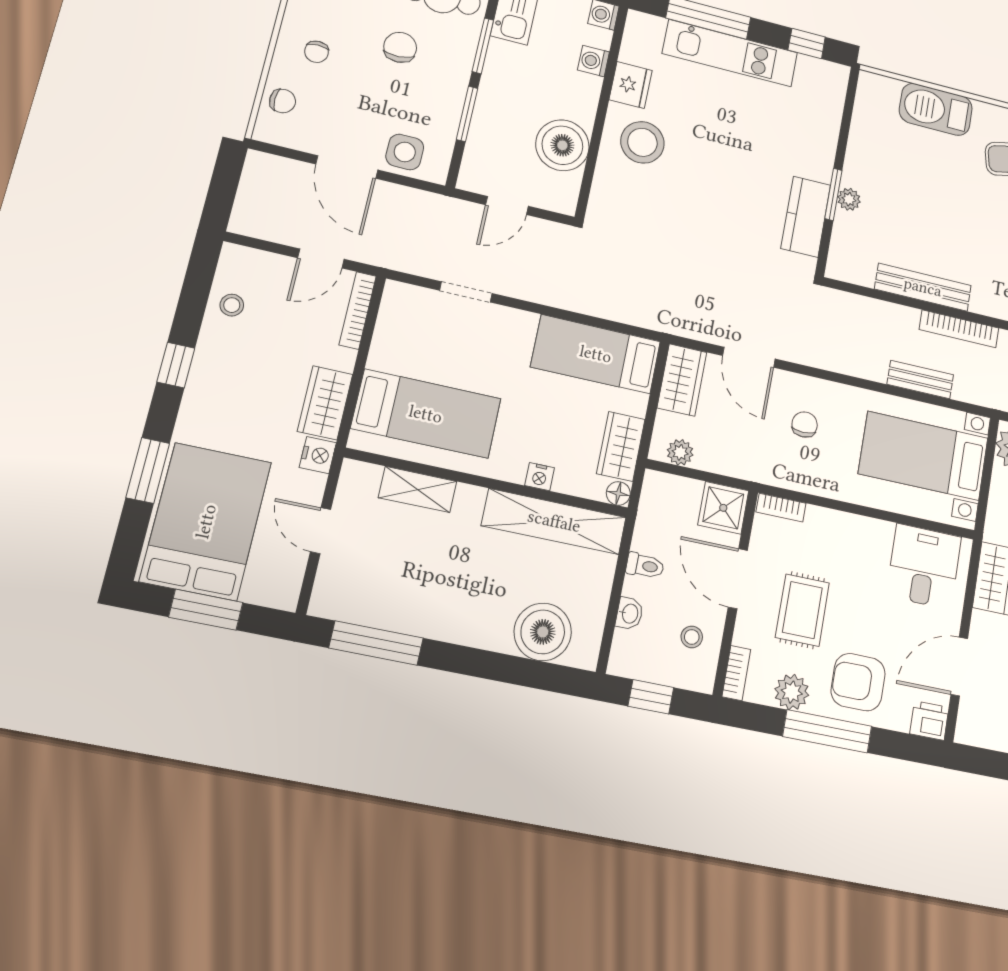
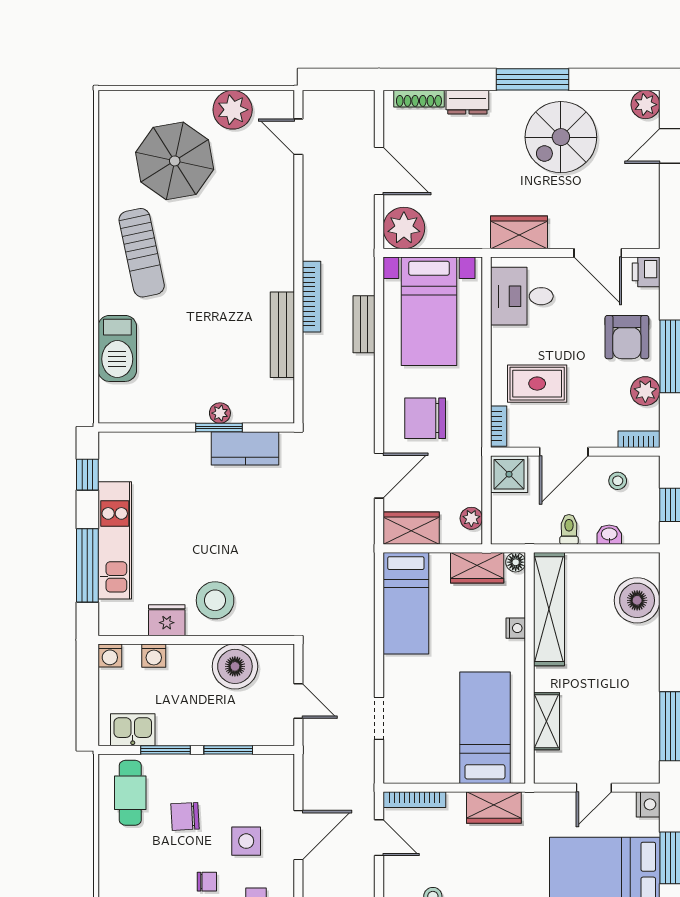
side table: (405, 152) -> (246, 841), moved
chair: (805, 424) -> (425, 418), width x1.87, depth x1.87
nightstand: (318, 455) -> (648, 804), moved, turned 90
rug: (802, 610) -> (537, 384), moved

